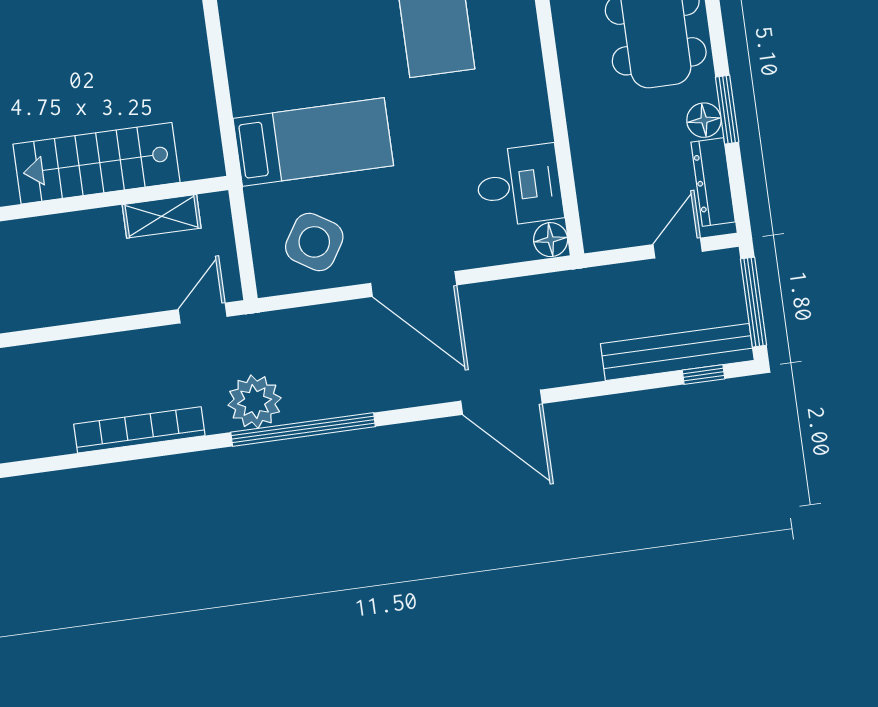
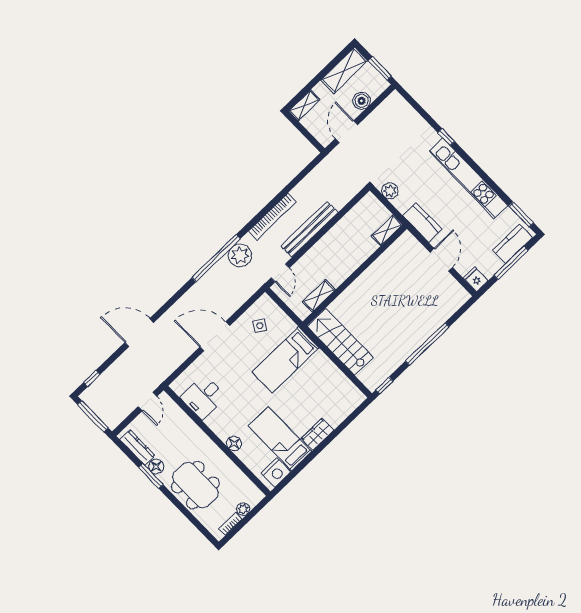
stairs: (97, 163) -> (340, 342), moved, turned -90
floor lamp: (551, 240) -> (234, 443), moved
side table: (314, 242) -> (260, 326), width x0.54, depth x0.54
door: (678, 248) -> (147, 401), moved
bench: (677, 352) -> (310, 229), moved
door: (501, 402) -> (139, 333), moved

